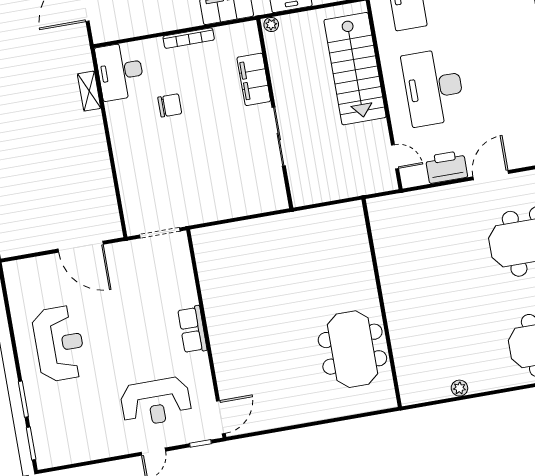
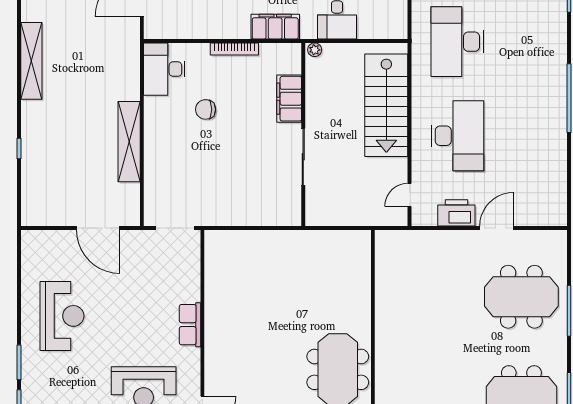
desk: (434, 87) -> (457, 136), turned 180
shelving: (89, 91) -> (129, 142), moved, width x2.20, depth x1.33
chair: (170, 105) -> (206, 109), turned 180
door: (395, 157) -> (410, 195), swing flipped

